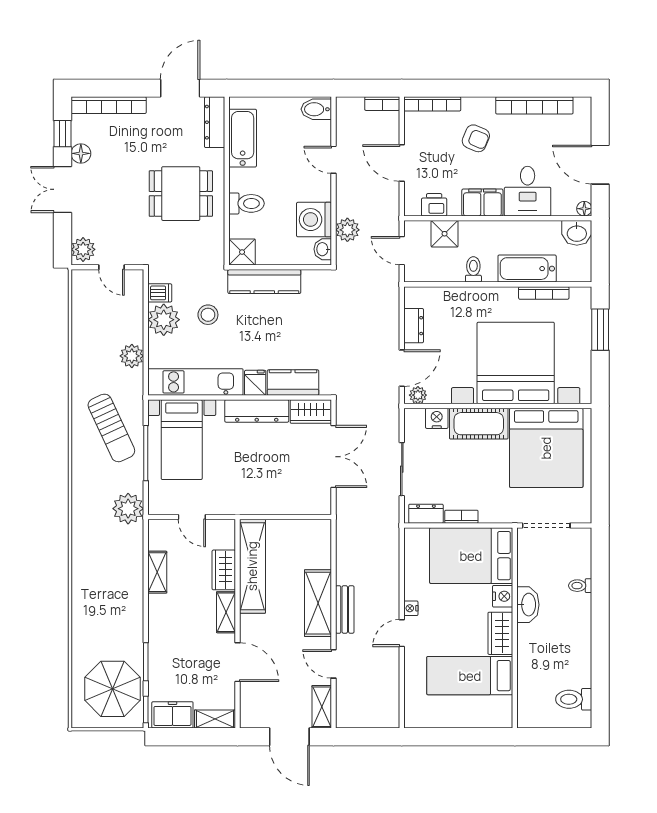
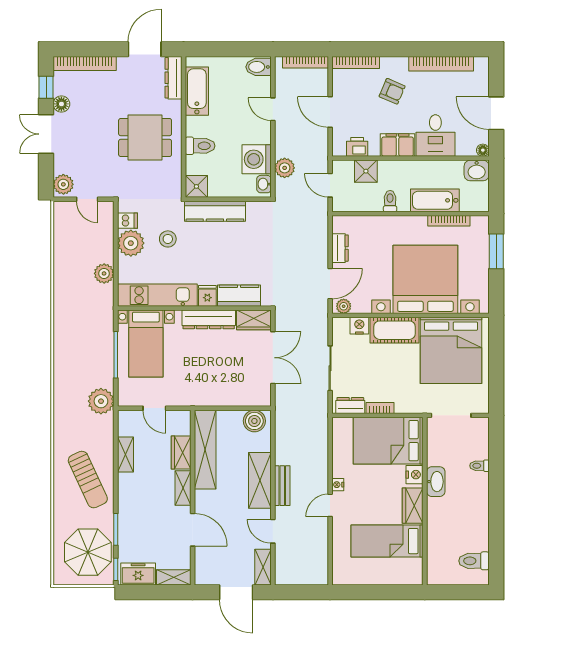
bookcase: (382, 104) -> (306, 62), width x1.56
sun lounger: (111, 428) -> (88, 480), moved
boiler: (311, 532) -> (254, 421), added

